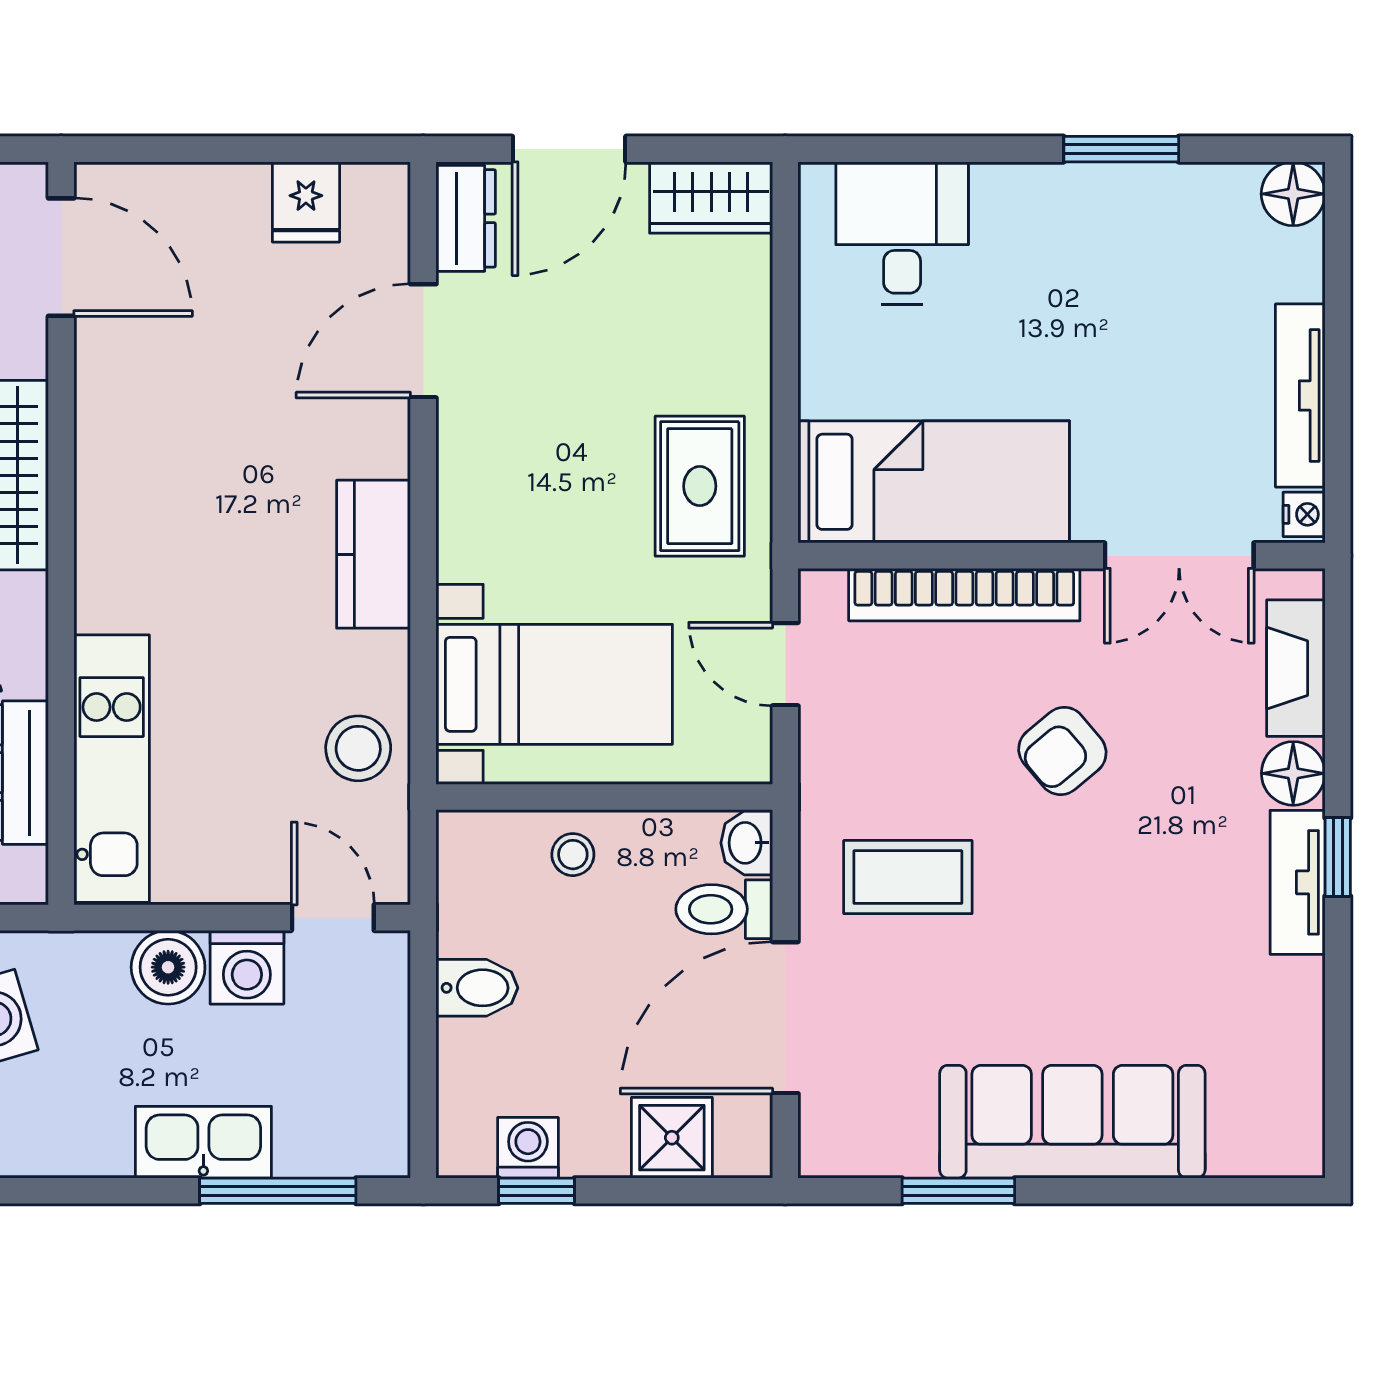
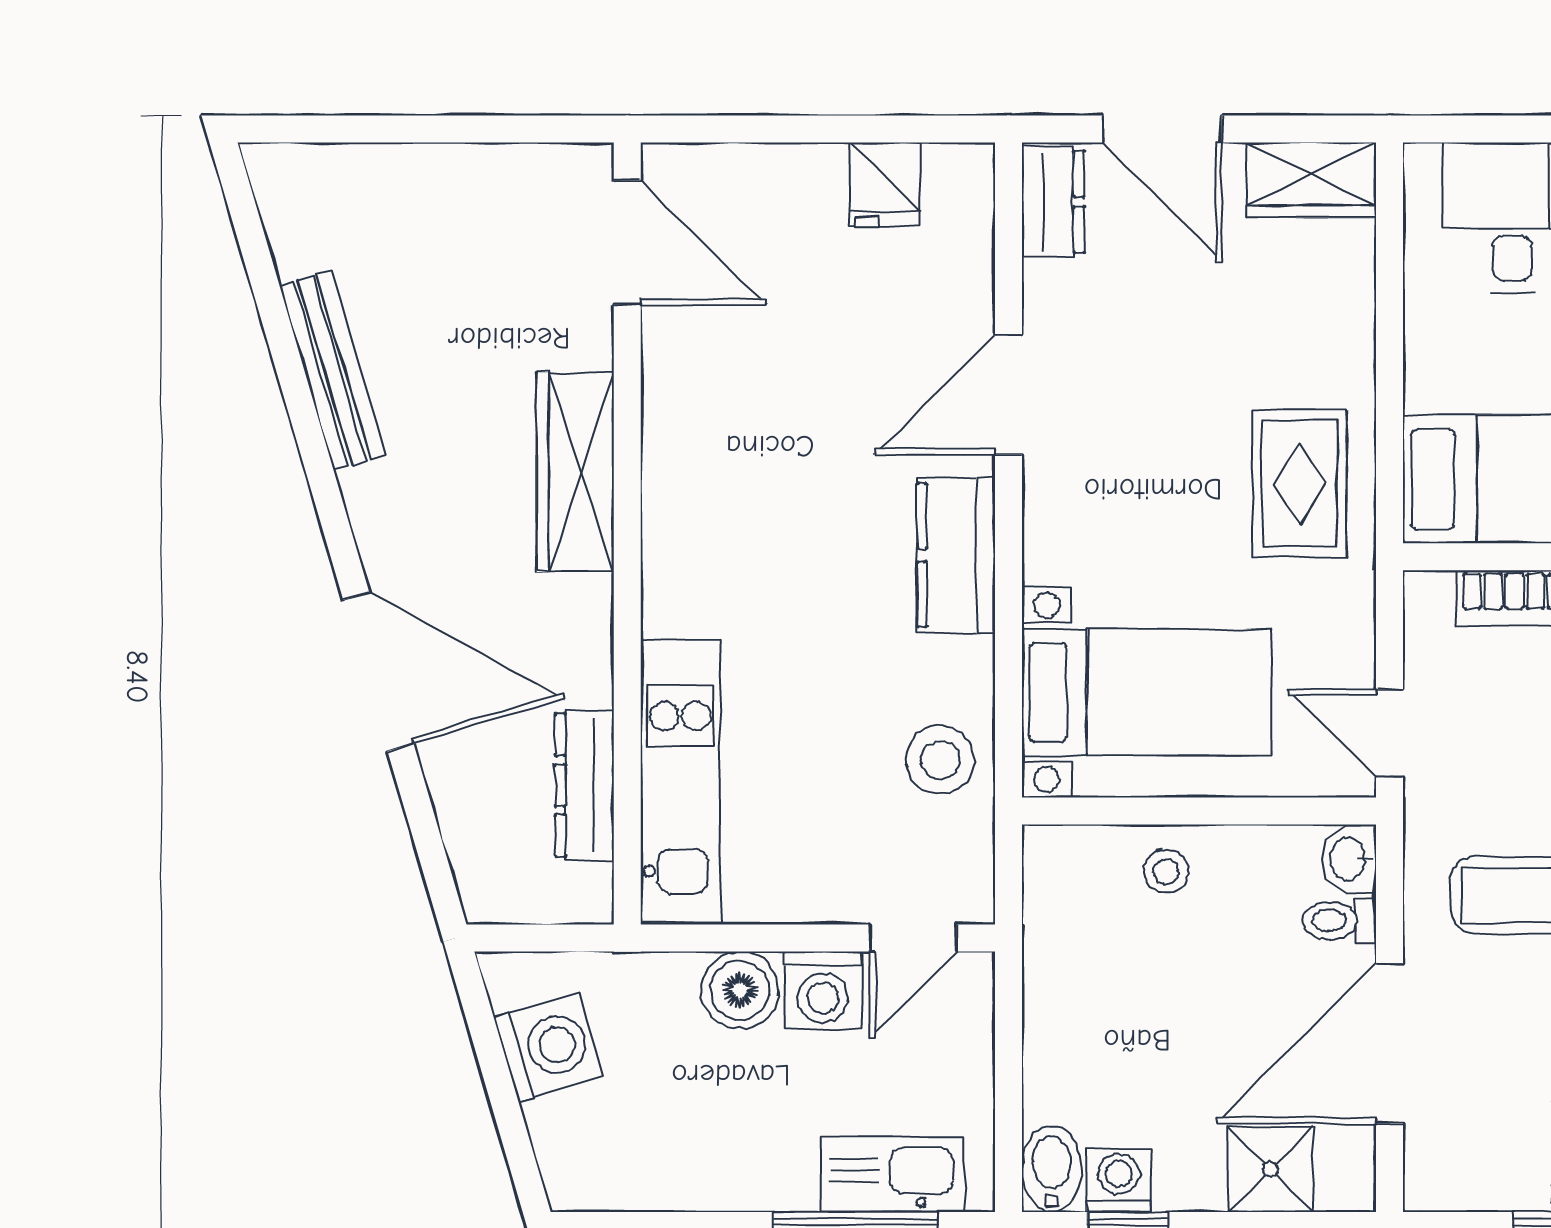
door: (569, 149) -> (1162, 129), hinge flipped
door: (423, 341) -> (1008, 394), moved
door: (785, 664) -> (1390, 733), moved
toilet: (724, 909) -> (1339, 921), width x0.73, depth x0.72
door: (333, 918) -> (913, 938), swing flipped
bidet: (477, 988) -> (1052, 1169), moved, turned -90
kitchen sink: (203, 1142) -> (893, 1174), moved

